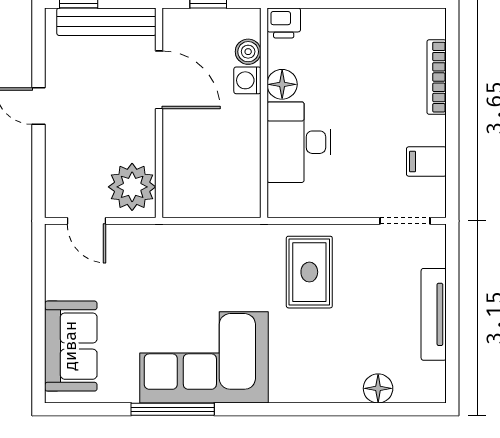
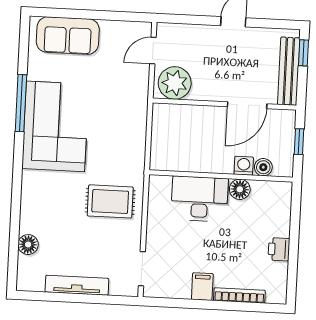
printer: (284, 23) -> (279, 249), moved
filing cabinet: (426, 161) -> (202, 287), moved

